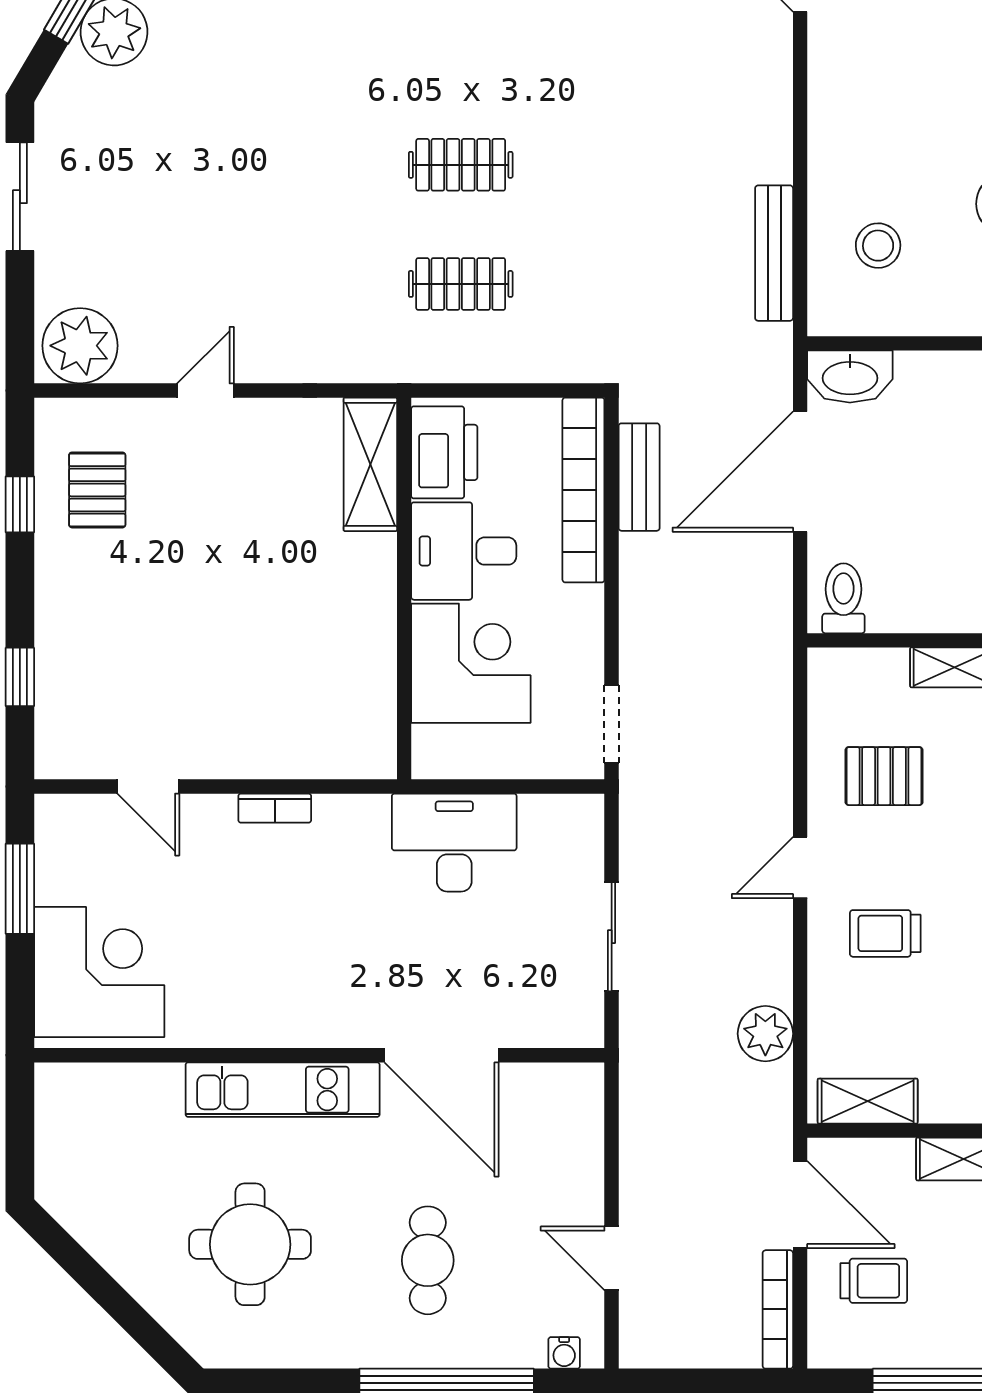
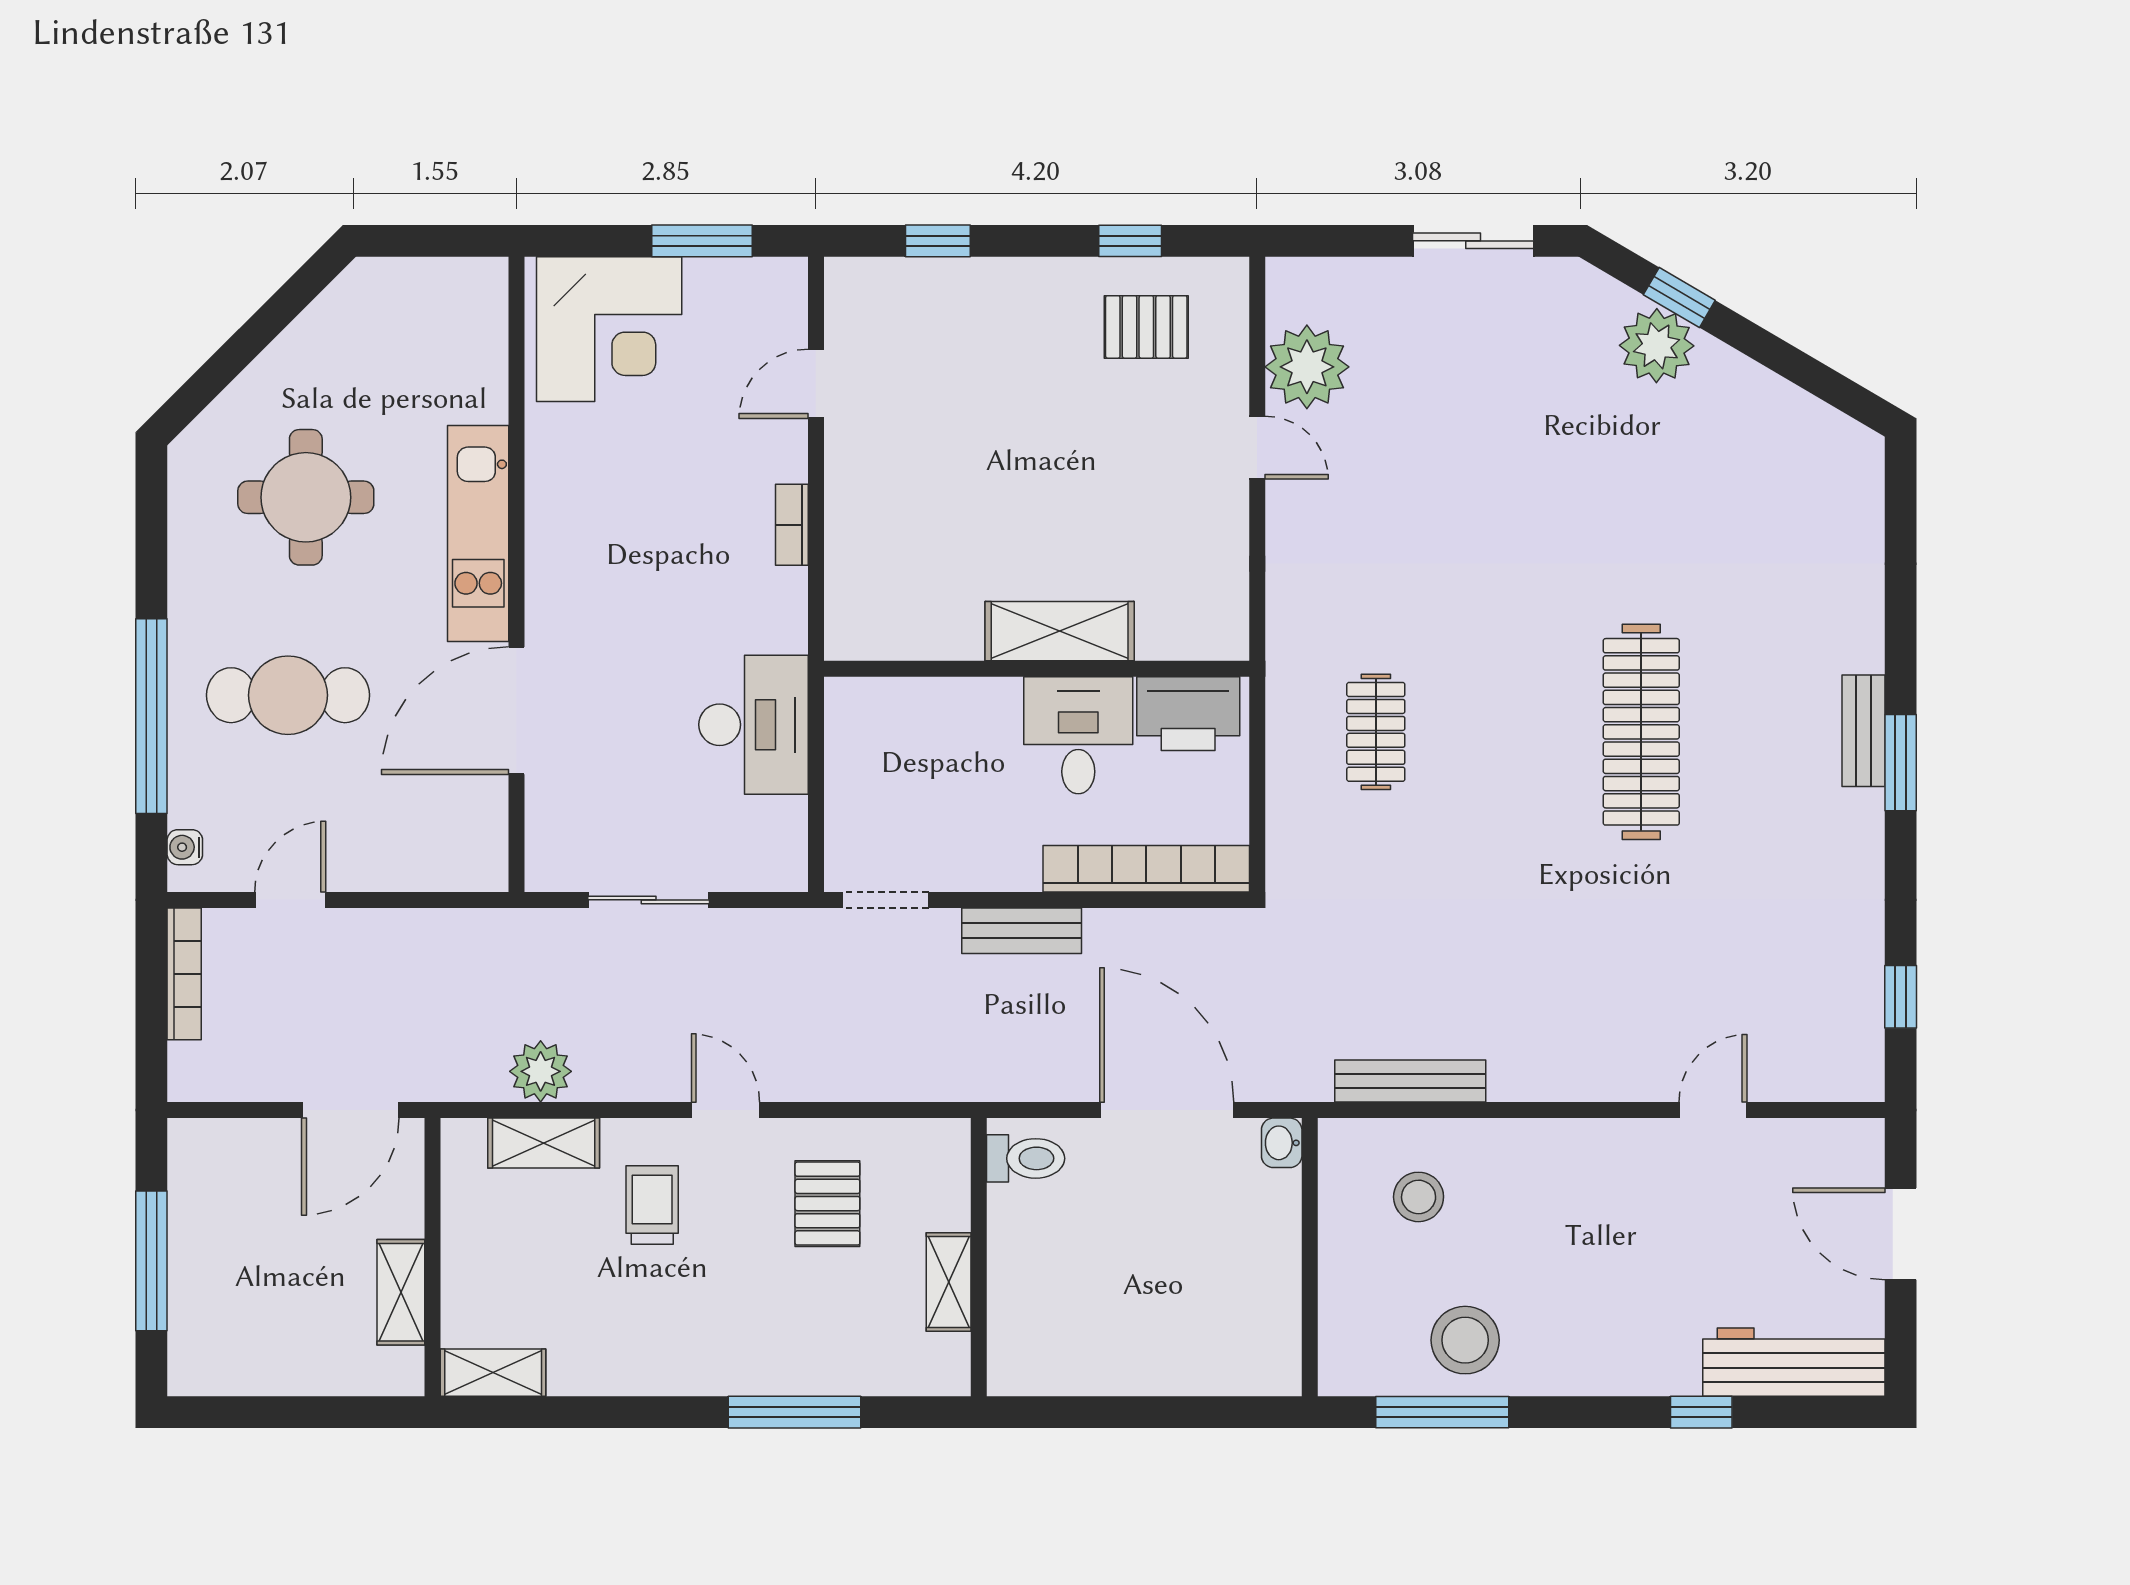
clothes rail: (461, 165) -> (1641, 732), moved, width x1.86, depth x1.31
plant: (80, 346) -> (1307, 367), moved
washbasin: (850, 377) -> (1282, 1143), width x0.52, depth x0.69
shelving: (370, 464) -> (1060, 631), moved
bench: (639, 477) -> (1022, 931), moved
corner desk: (471, 663) -> (953, 743), removed
shelving: (868, 1101) -> (544, 1143), moved, turned 90
cafe table: (428, 1260) -> (288, 695), width x1.37, depth x1.35
trolley: (874, 1281) -> (265, 1192), removed
bookcase: (778, 1309) -> (184, 974), moved, turned 90

